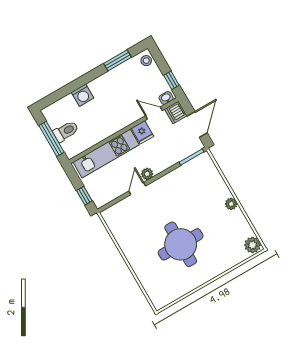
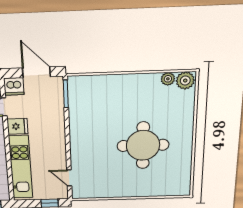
plant: (147, 174) -> (60, 142), removed
door: (137, 188) -> (69, 178), moved
plant: (231, 204) -> (168, 79), moved

